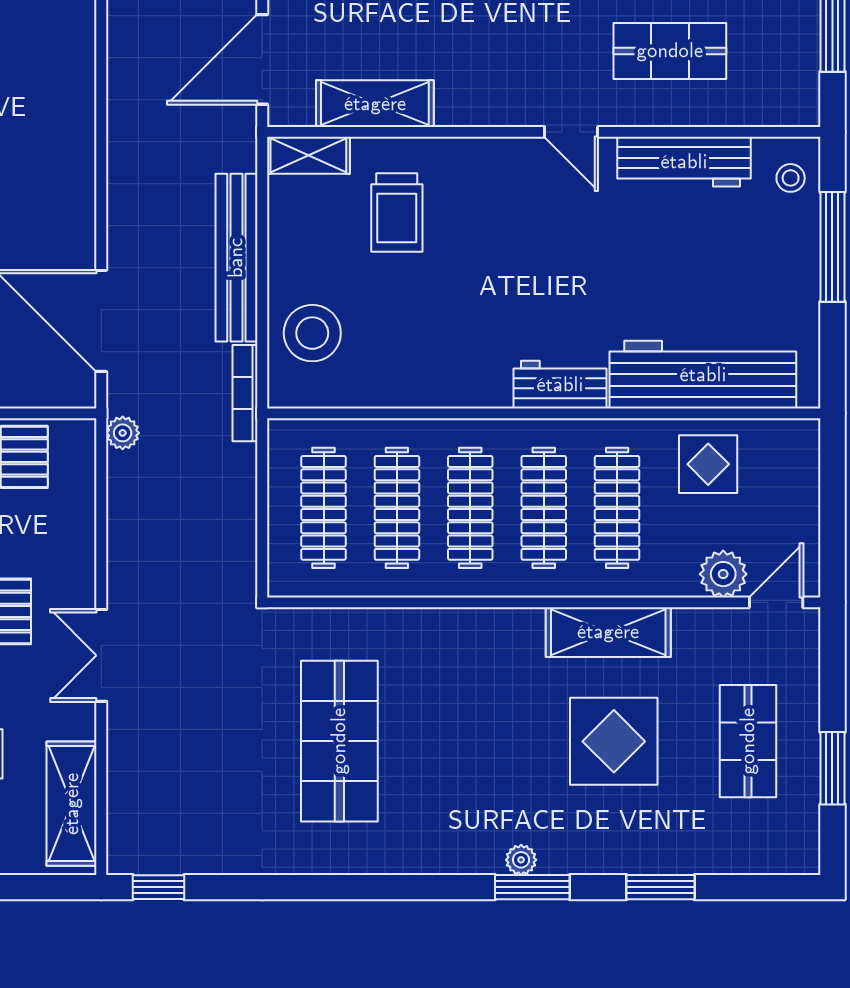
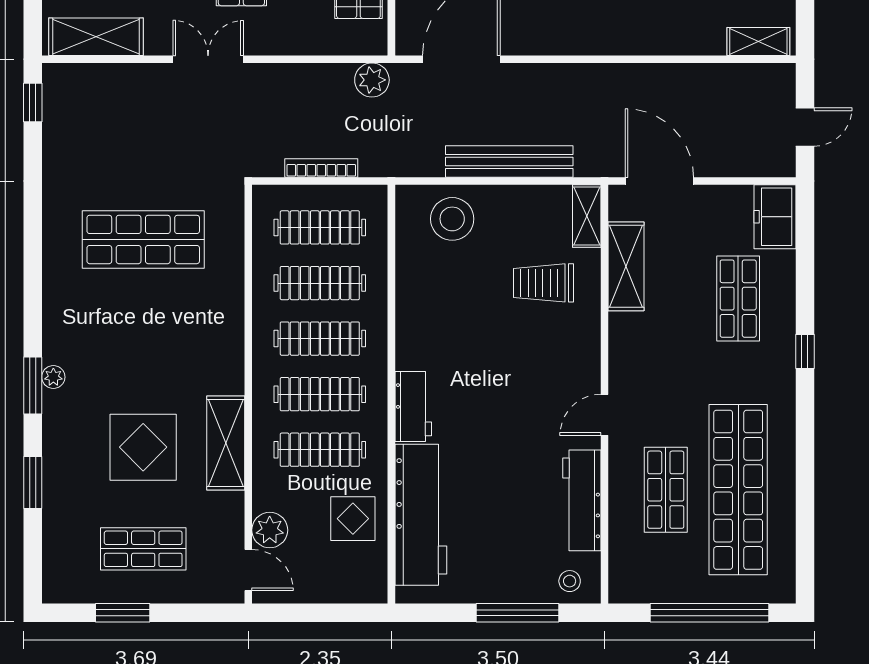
bookcase: (245, 393) -> (321, 168), moved
plant: (123, 433) -> (372, 80), width x1.38, depth x1.38

